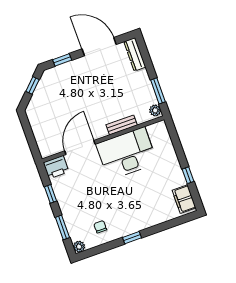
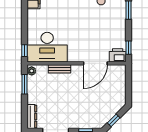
desk: (127, 153) -> (47, 47), moved
window: (188, 175) -> (25, 51), moved
window: (50, 194) -> (128, 48), moved

